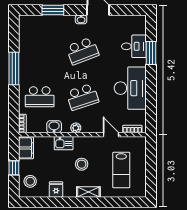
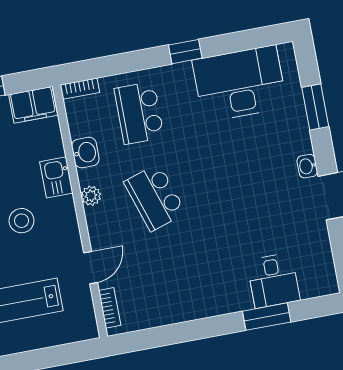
school desk: (82, 51) -> (245, 180), removed
window: (14, 69) -> (185, 52), width x0.46
desk: (130, 88) -> (240, 84), moved, turned 180

